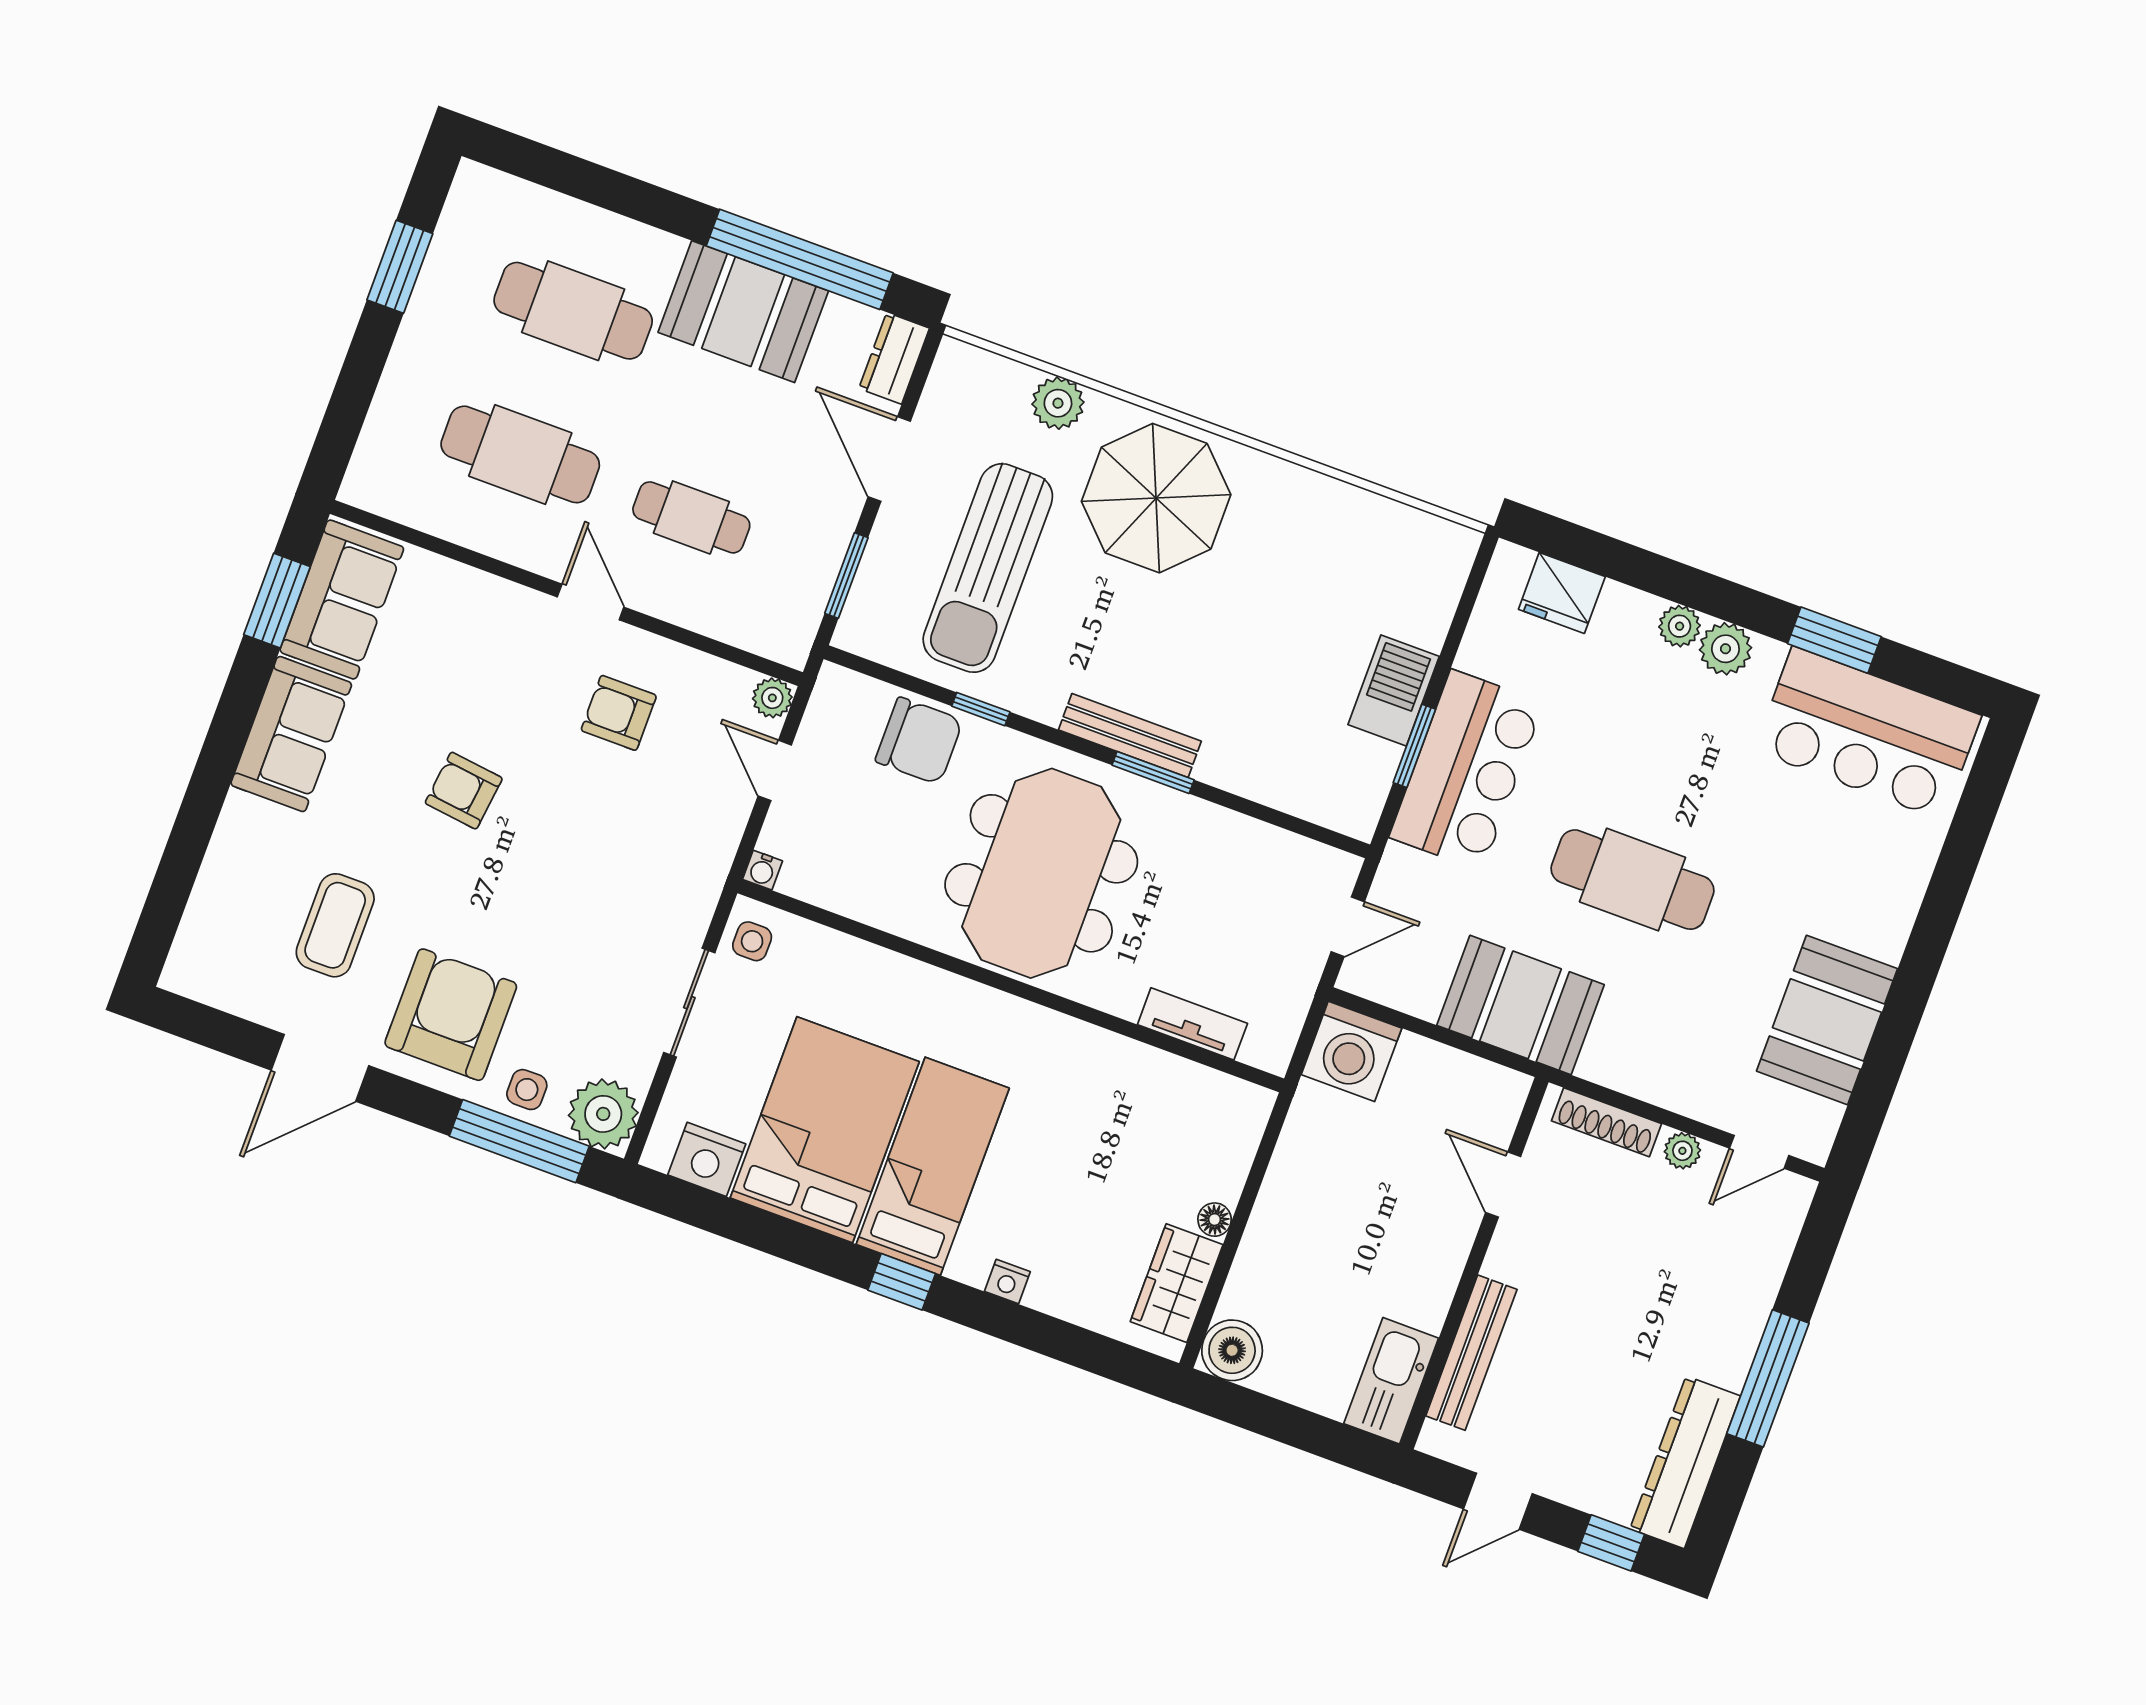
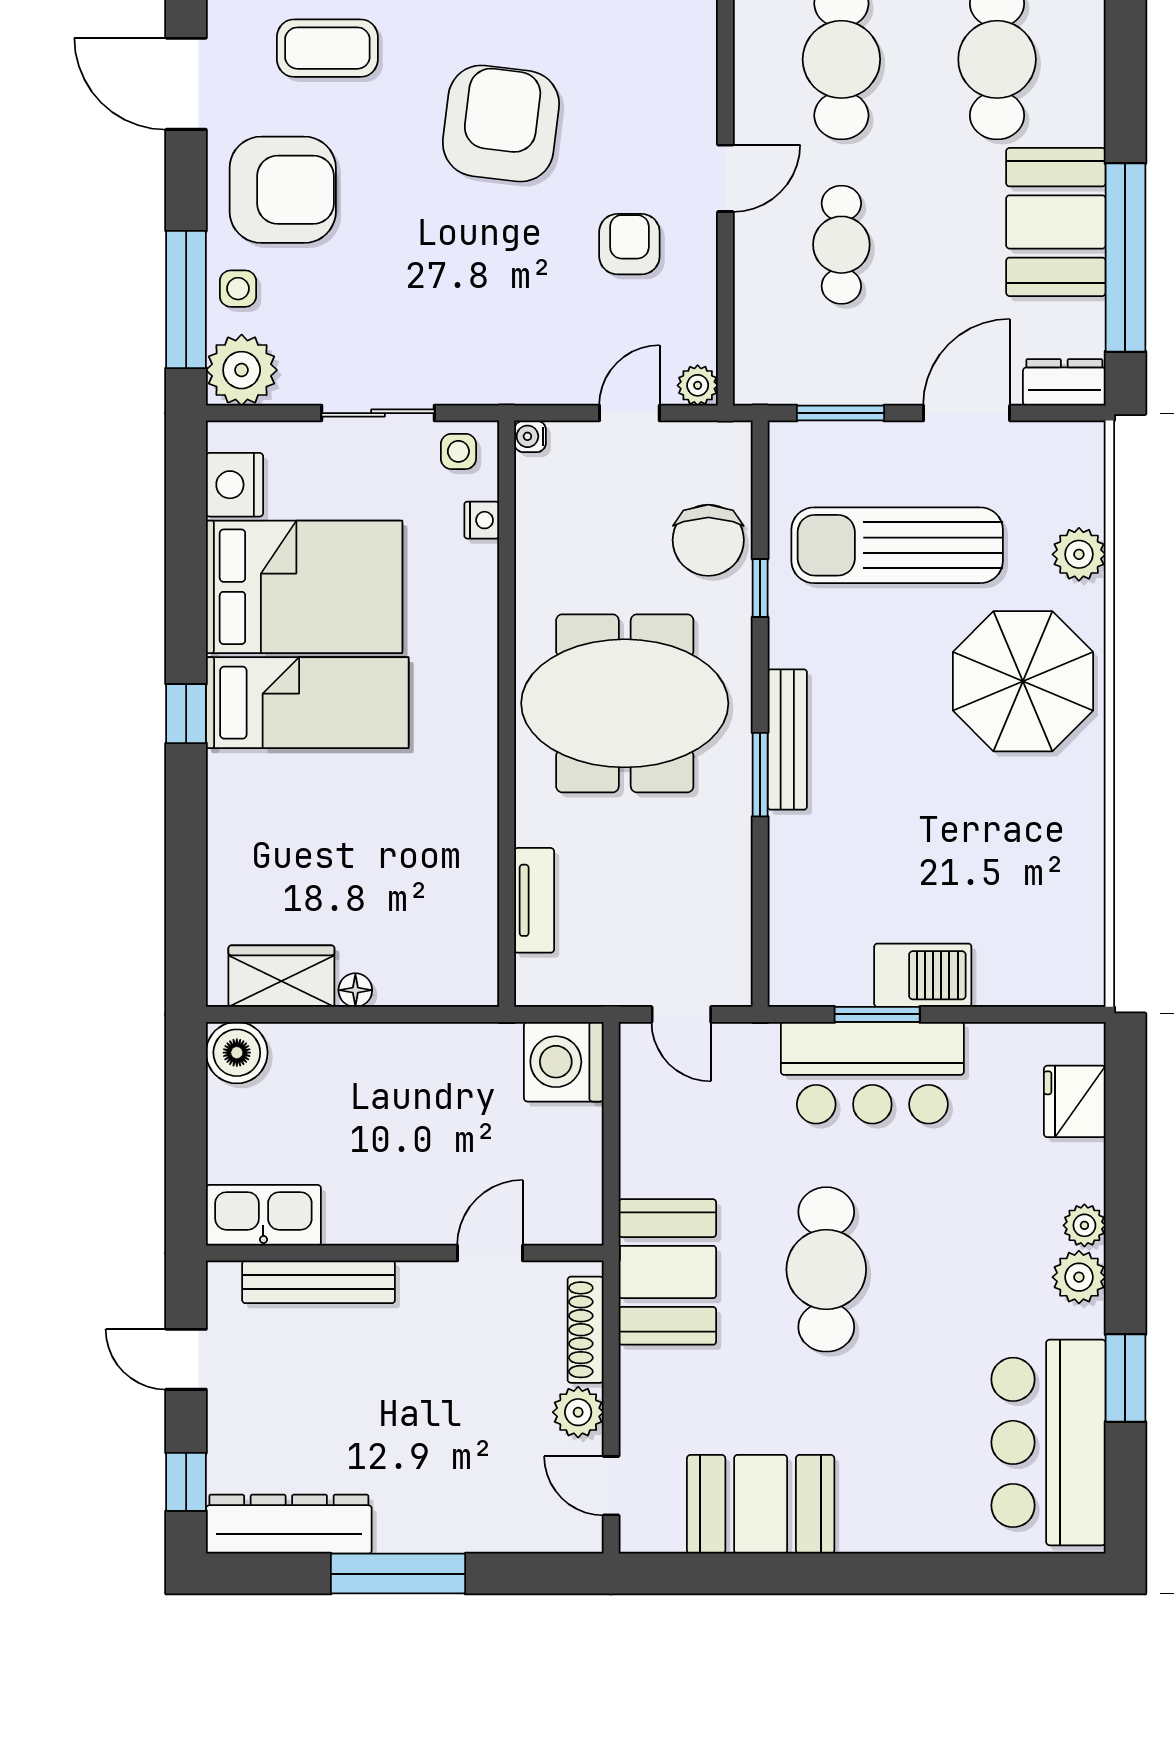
armchair: (464, 791) -> (501, 124), width x1.88, depth x1.88
booth: (1520, 1005) -> (667, 1272), moved
plant: (1682, 1151) -> (578, 1412), width x1.38, depth x1.38
nightstand: (1007, 1282) -> (482, 520), moved, turned 180

